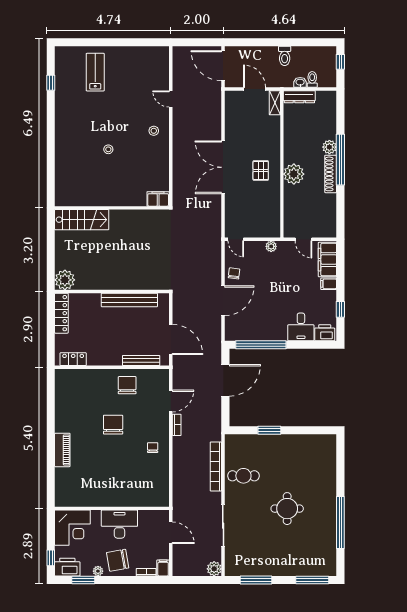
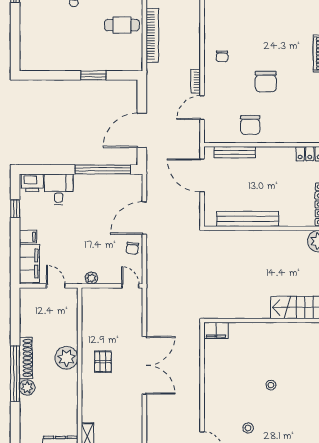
stool: (154, 131) -> (248, 428), moved

